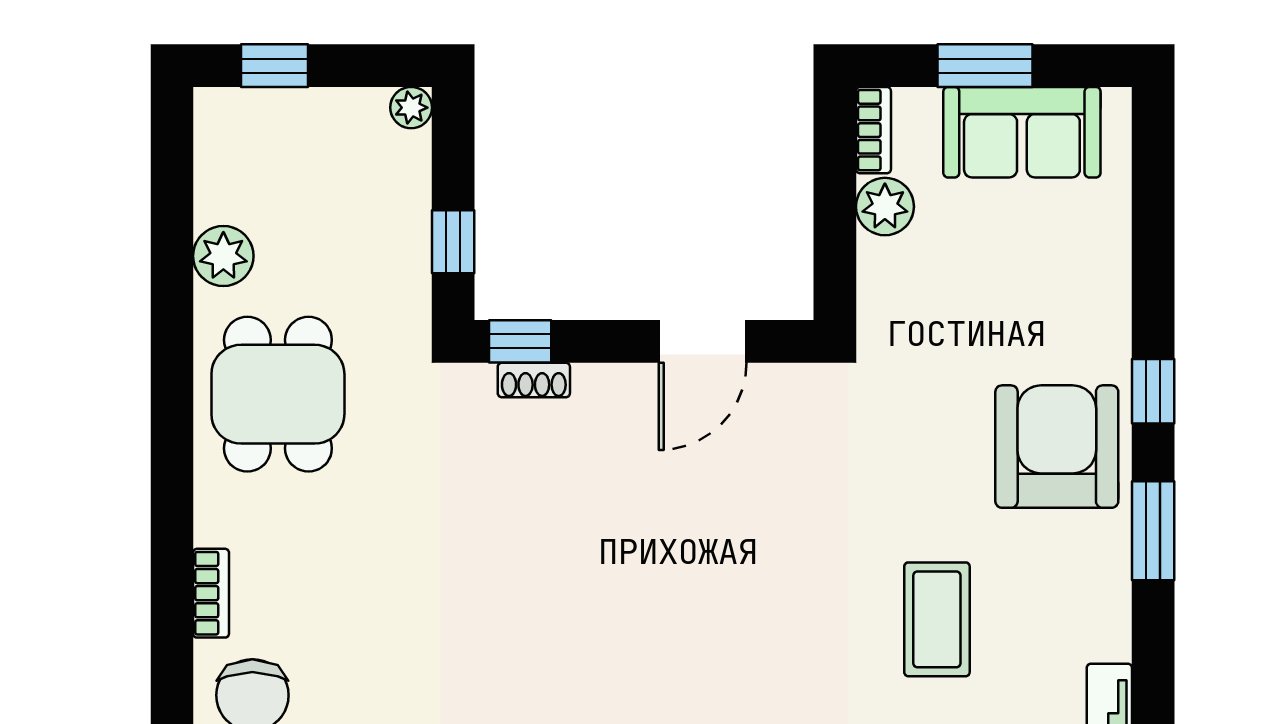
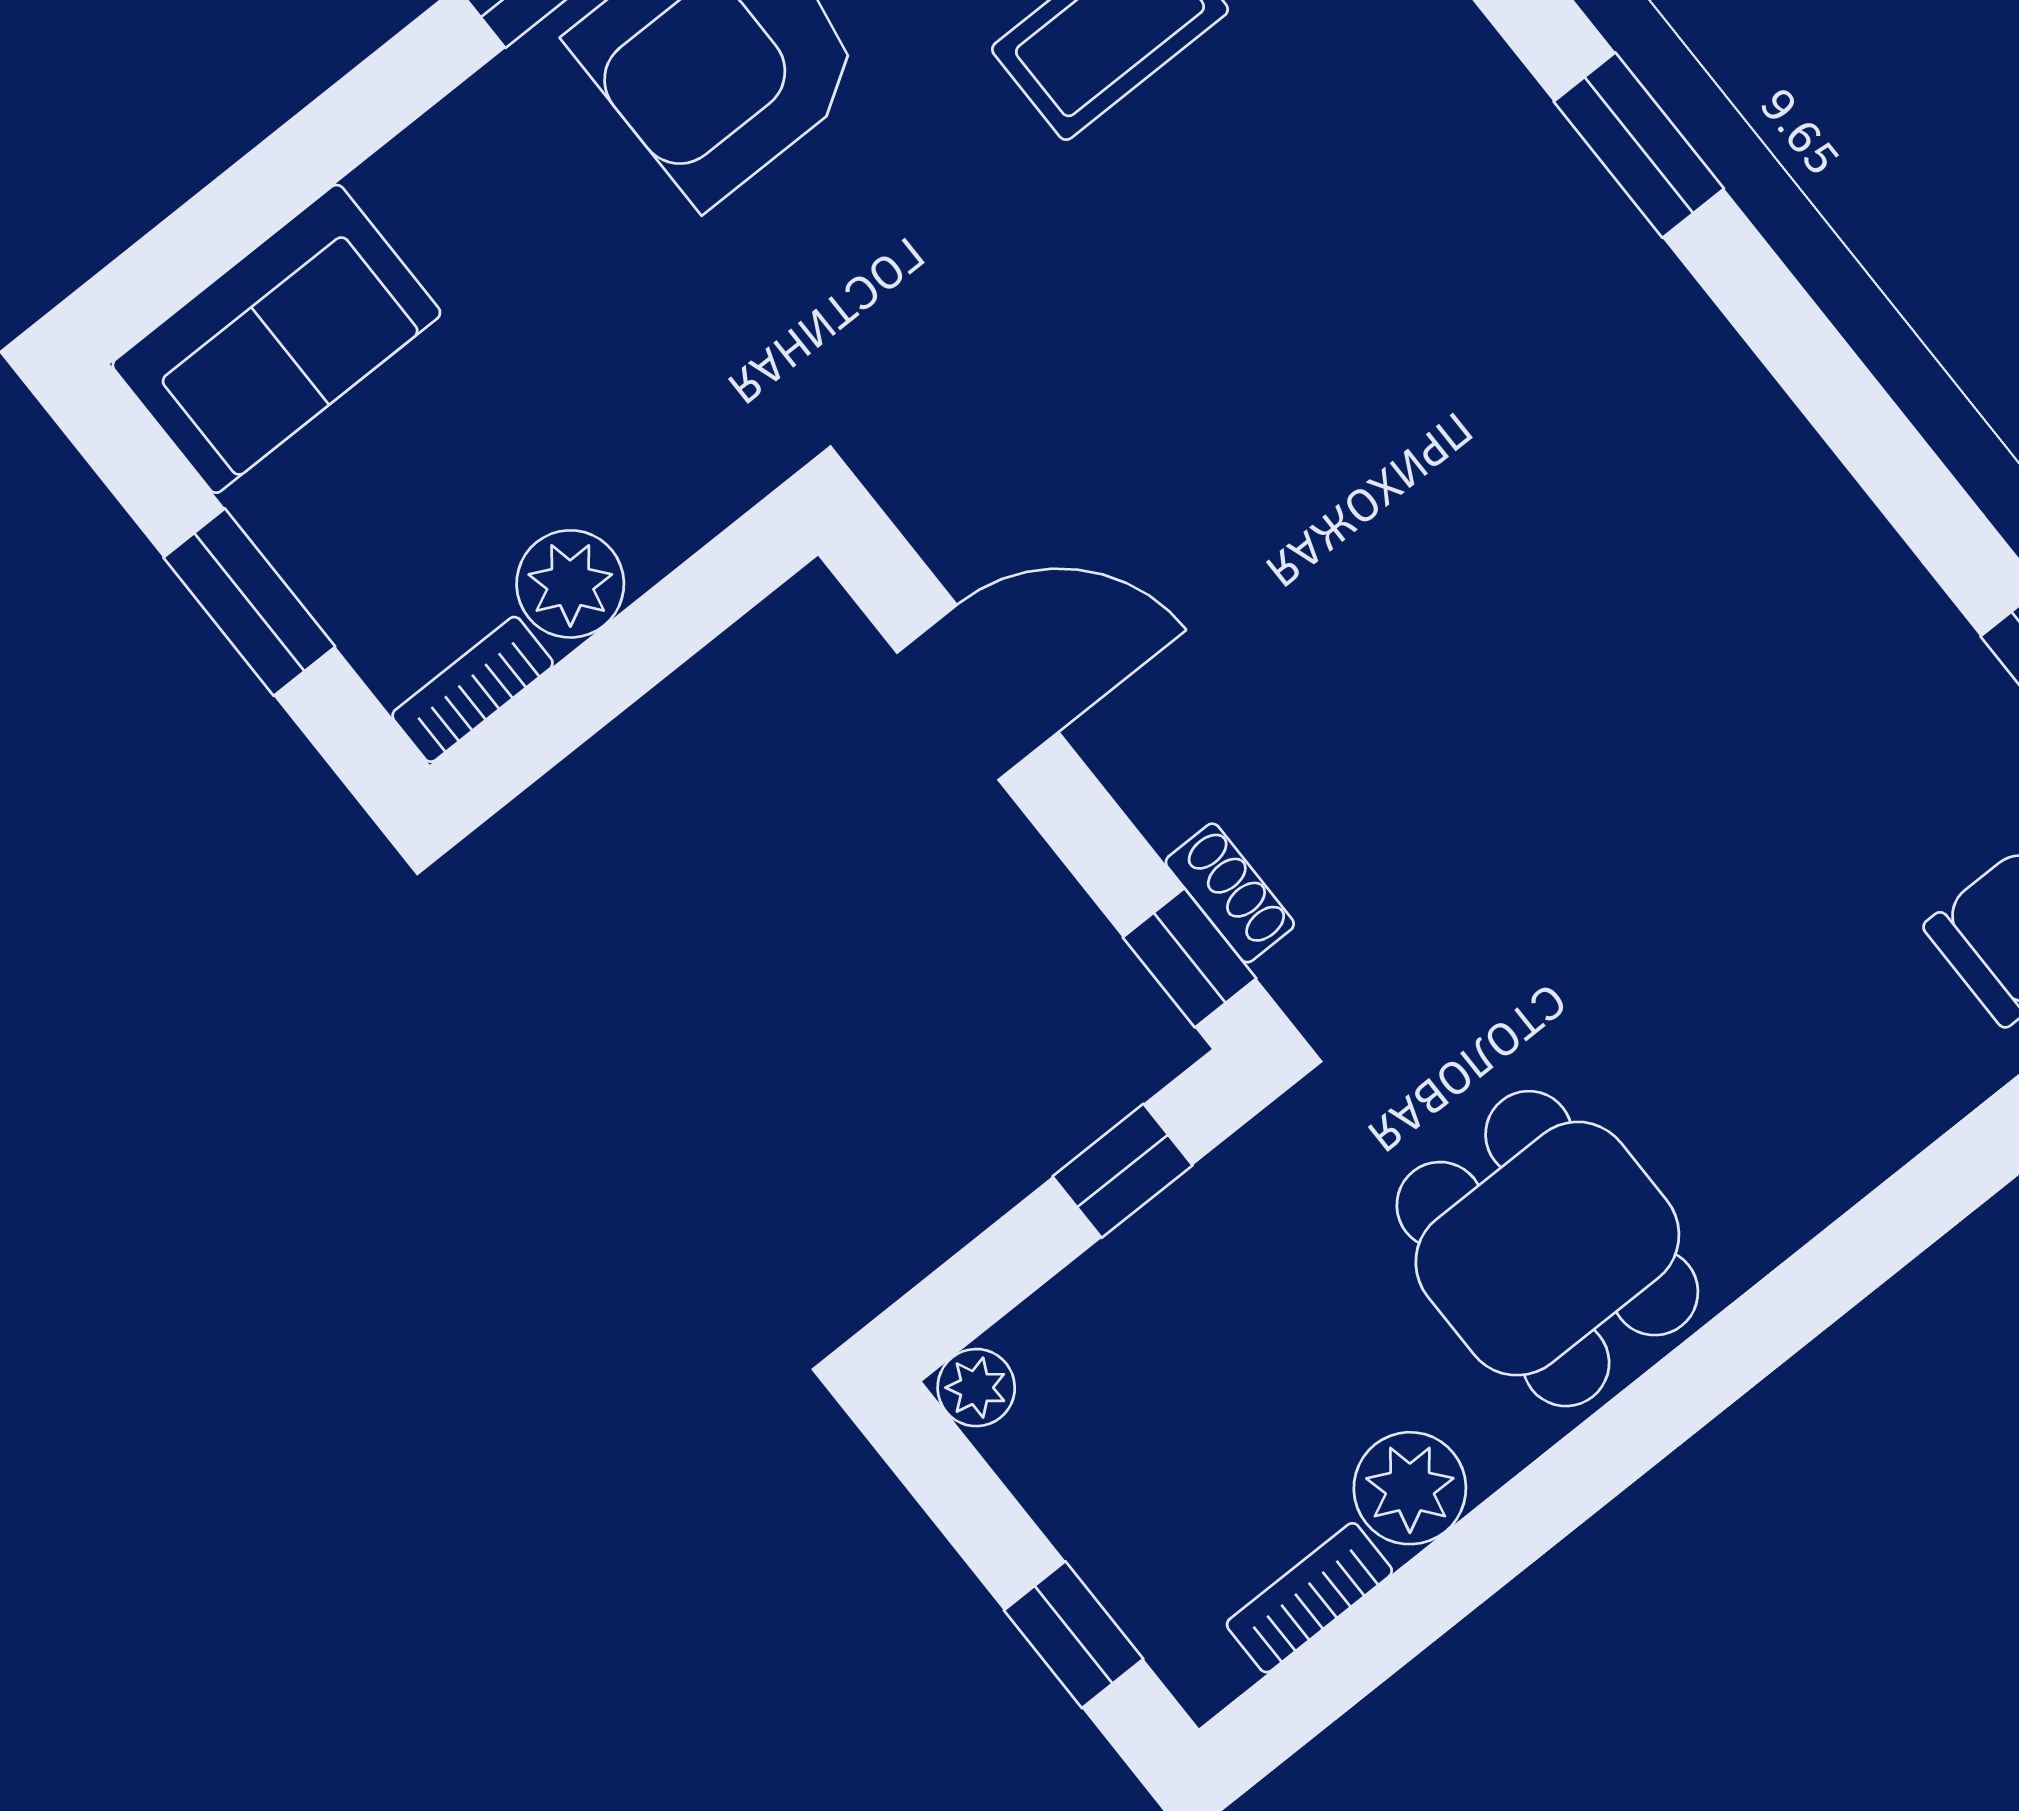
sofa: (1022, 132) -> (276, 339), moved, turned 90
dining table: (278, 394) -> (1547, 1249), turned 90
bookcase: (211, 593) -> (1309, 1598), moved

